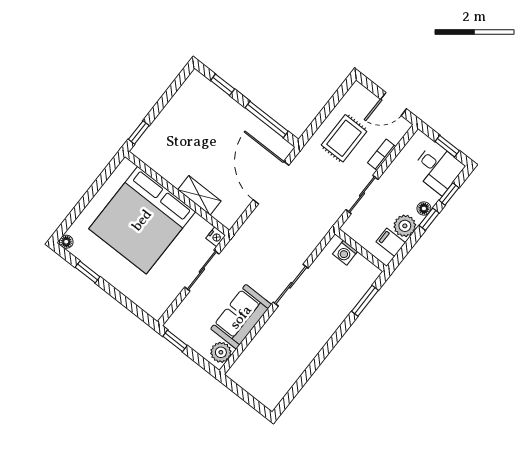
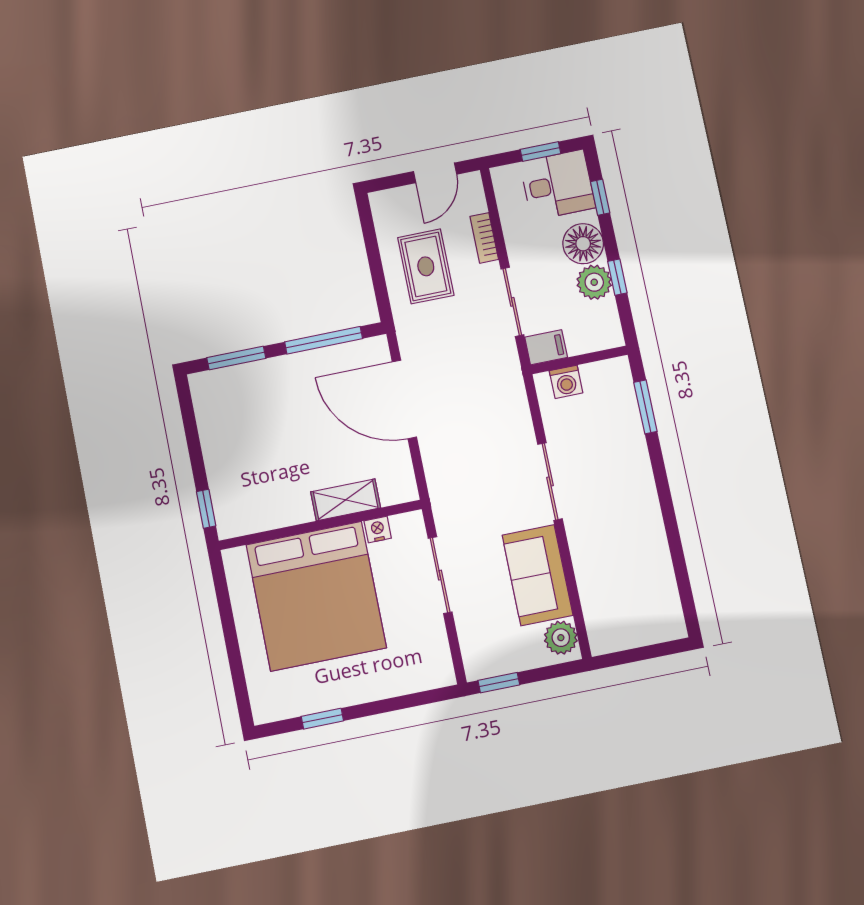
window: (223, 85) -> (236, 358), width x1.50
floor lamp: (424, 209) -> (583, 244), width x1.89, depth x1.89
window: (429, 219) -> (617, 277), moved
nightstand: (216, 237) -> (378, 530), moved, turned -90
floor lamp: (66, 242) -> (263, 713), removed
filing cabinet: (391, 242) -> (546, 347), moved, turned 180

